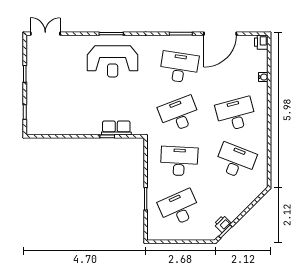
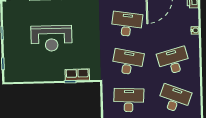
reception desk: (113, 61) -> (51, 38), moved
desk: (179, 114) -> (128, 62), turned 33

